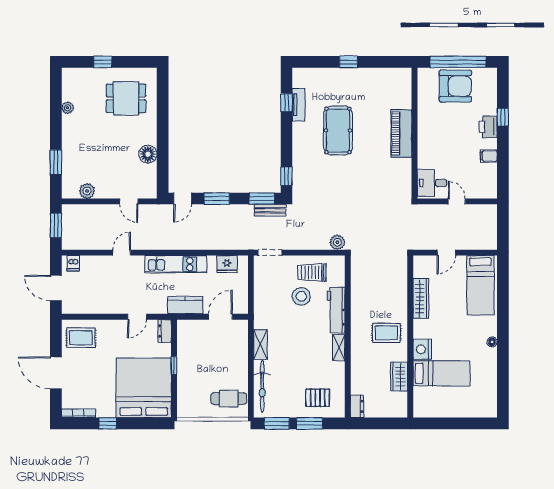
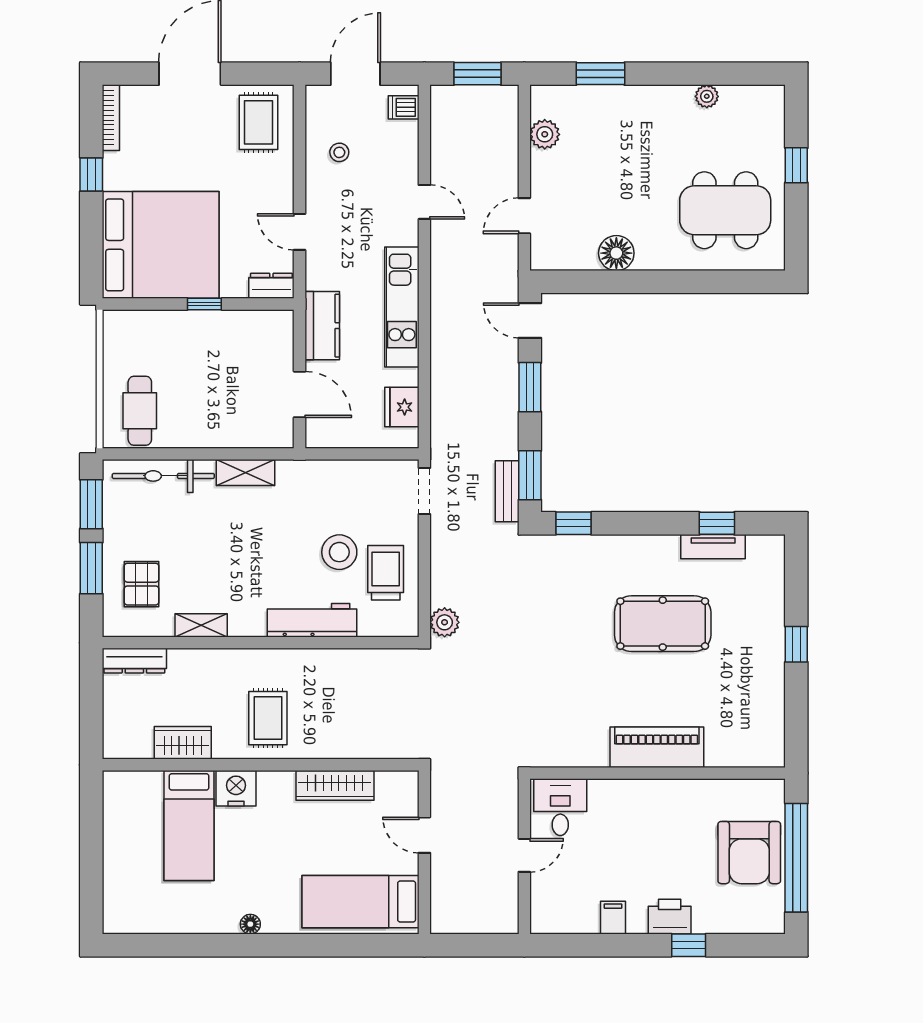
dining table: (126, 98) -> (725, 210), width x1.38
stool: (96, 296) -> (339, 152), added
shelving: (339, 348) -> (201, 625), moved
dresser: (357, 406) -> (134, 661), width x1.44

